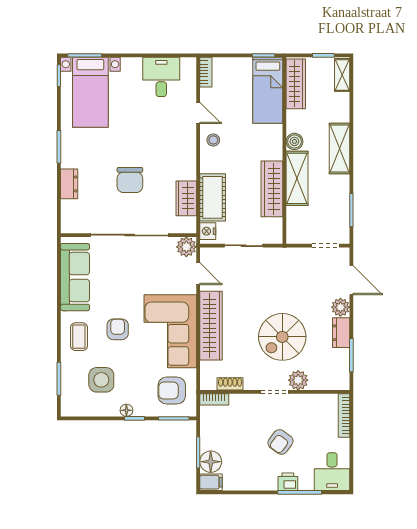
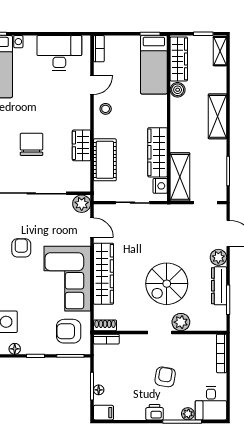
desk: (161, 77) -> (59, 53), width x1.37
door: (198, 113) -> (92, 85), hinge flipped
boiler: (294, 141) -> (178, 90), moved
shelving: (297, 178) -> (180, 177), moved
chair: (130, 180) -> (31, 144), turned 180
wardrobe: (186, 198) -> (81, 145), moved
nightstand: (208, 231) -> (160, 186), moved, turned 180
armchair: (118, 329) -> (21, 248), moved
dresser: (341, 333) -> (219, 286), width x1.44
shoe rack: (230, 384) -> (105, 325), moved
floor lamp: (126, 410) -> (15, 349), moved
armchair: (280, 442) -> (165, 377), turned 153
floor lamp: (211, 462) -> (99, 390), width x0.53, depth x0.53
printer: (288, 482) -> (155, 412), moved
plant: (306, 483) -> (188, 414), added

